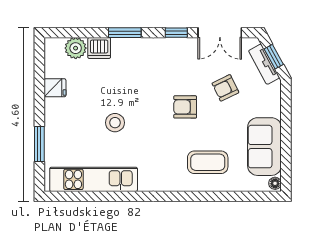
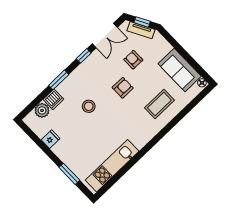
armchair: (225, 88) -> (133, 60), turned 116
armchair: (185, 107) -> (123, 88), turned 180
stool: (115, 123) -> (89, 106), moved

